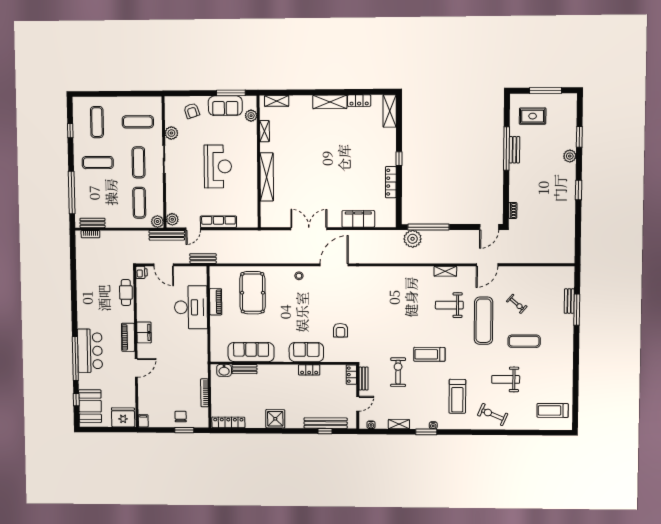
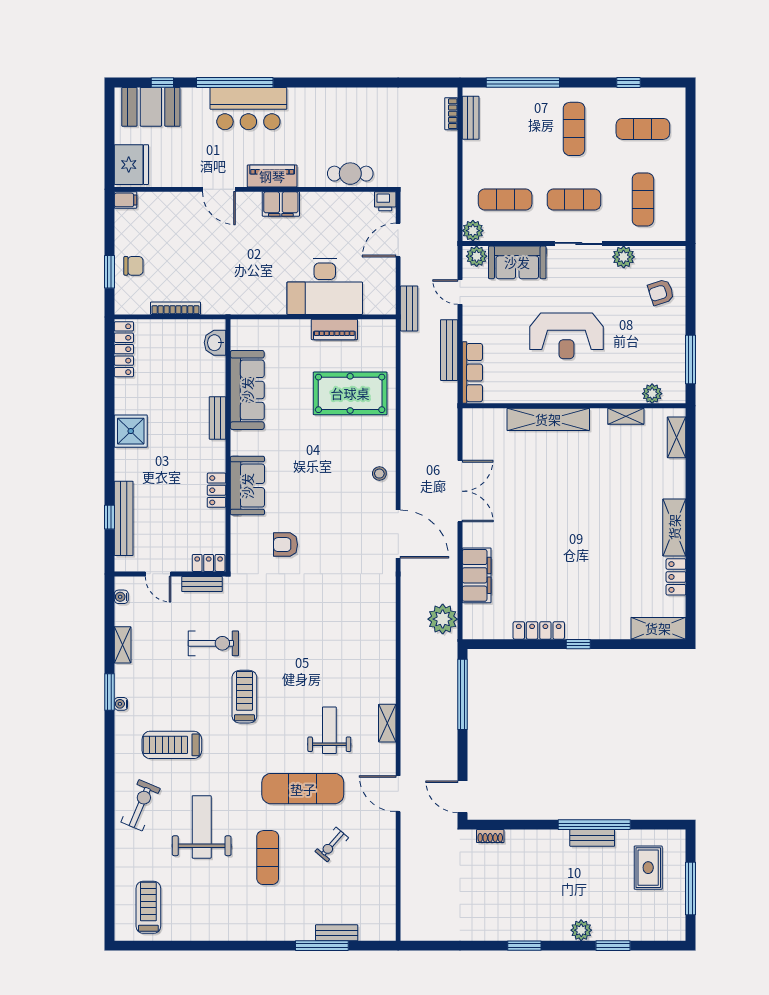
sofa: (225, 106) -> (517, 262), moved, turned -90
row of seats: (218, 222) -> (472, 373), moved
bench: (167, 235) -> (449, 350), moved
plant: (413, 239) -> (443, 619), moved
bench: (245, 369) -> (218, 418), moved
weight bench: (506, 379) -> (202, 827), width x1.36, depth x1.33

